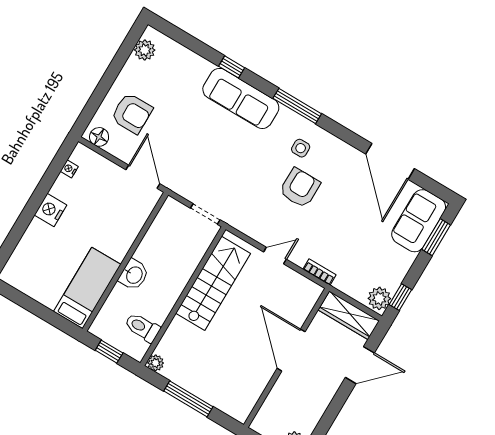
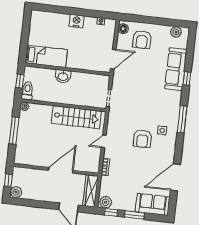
sofa: (241, 98) -> (176, 69), moved
armchair: (300, 188) -> (142, 139), turned 90
window: (436, 237) -> (135, 215), moved
door: (275, 256) -> (104, 141), swing flipped
toilet: (142, 327) -> (27, 91), moved

